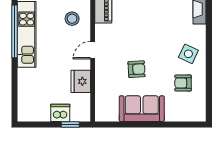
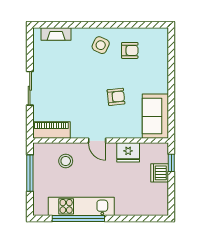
armchair: (137, 69) -> (116, 97), turned 87
armchair: (183, 83) -> (130, 50), turned -90
sofa: (142, 109) -> (155, 116), moved

